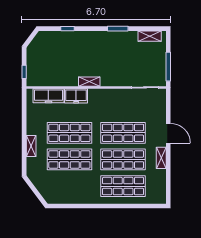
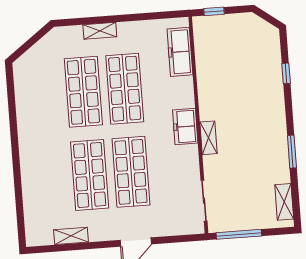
shelving: (89, 82) -> (208, 138), moved
freezer: (76, 96) -> (185, 127), moved
shelving: (161, 158) -> (71, 236), moved
shop shelf: (123, 186) -> (48, 178), removed

